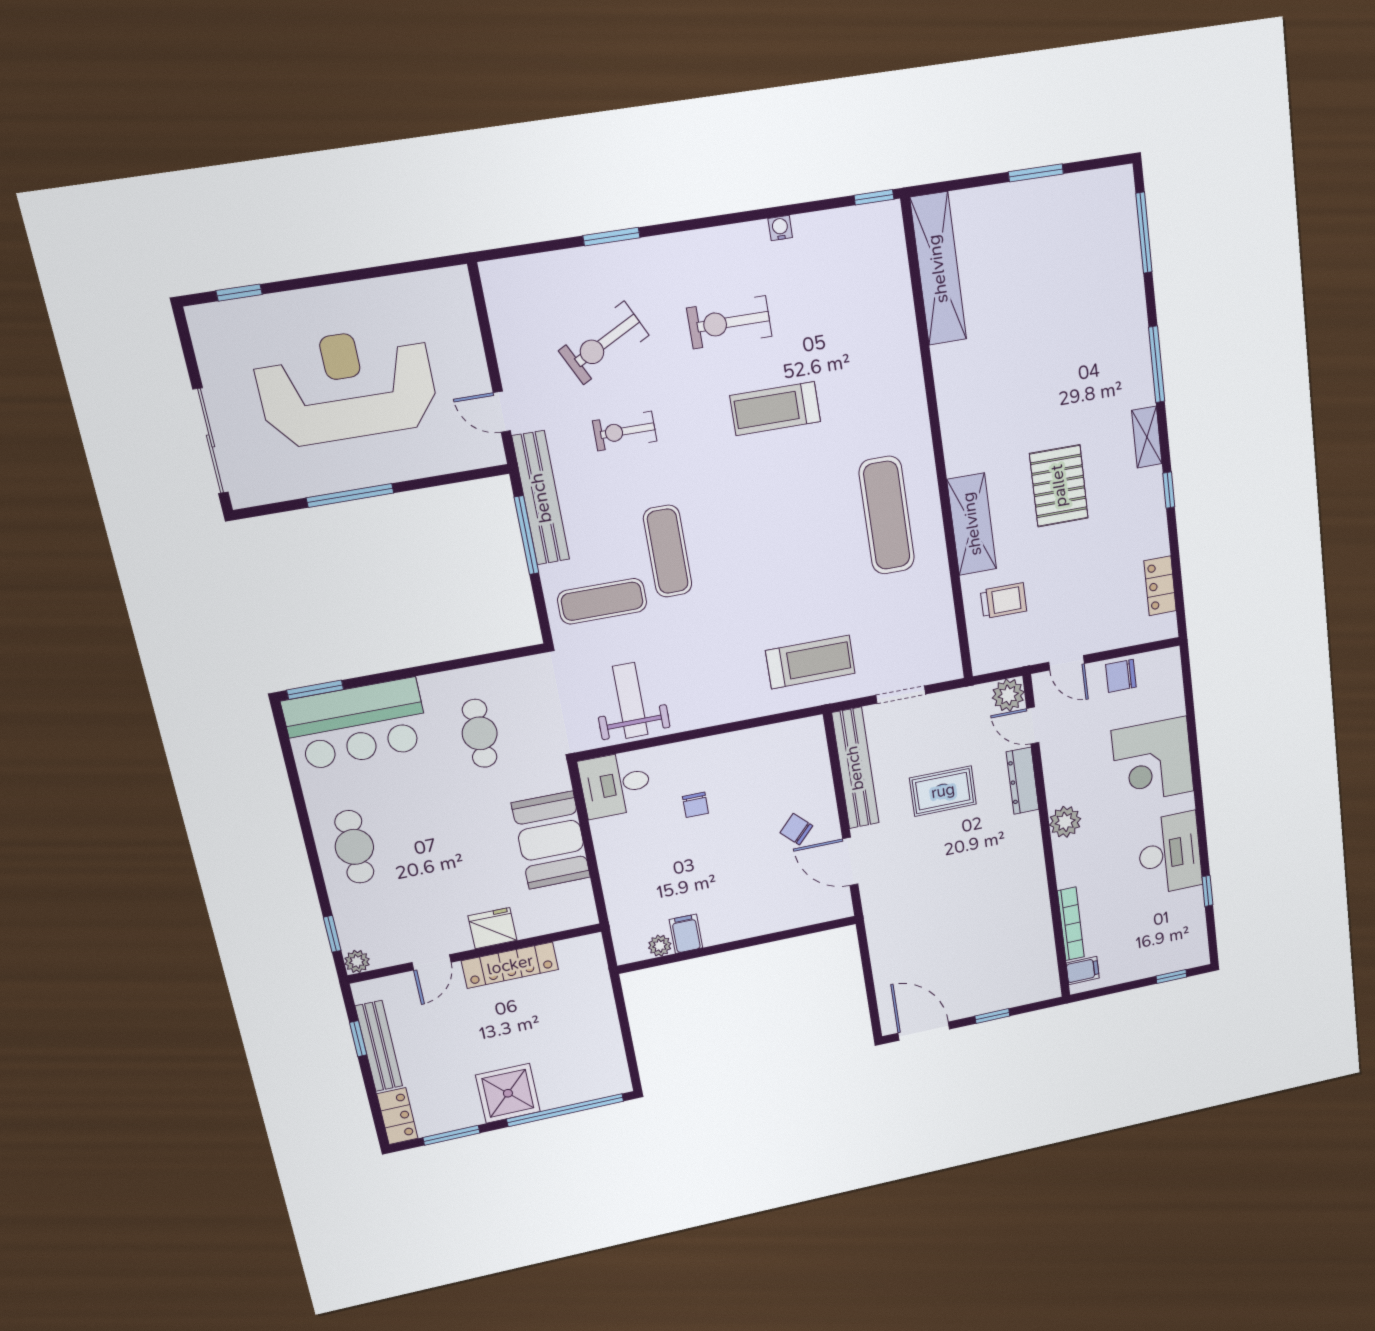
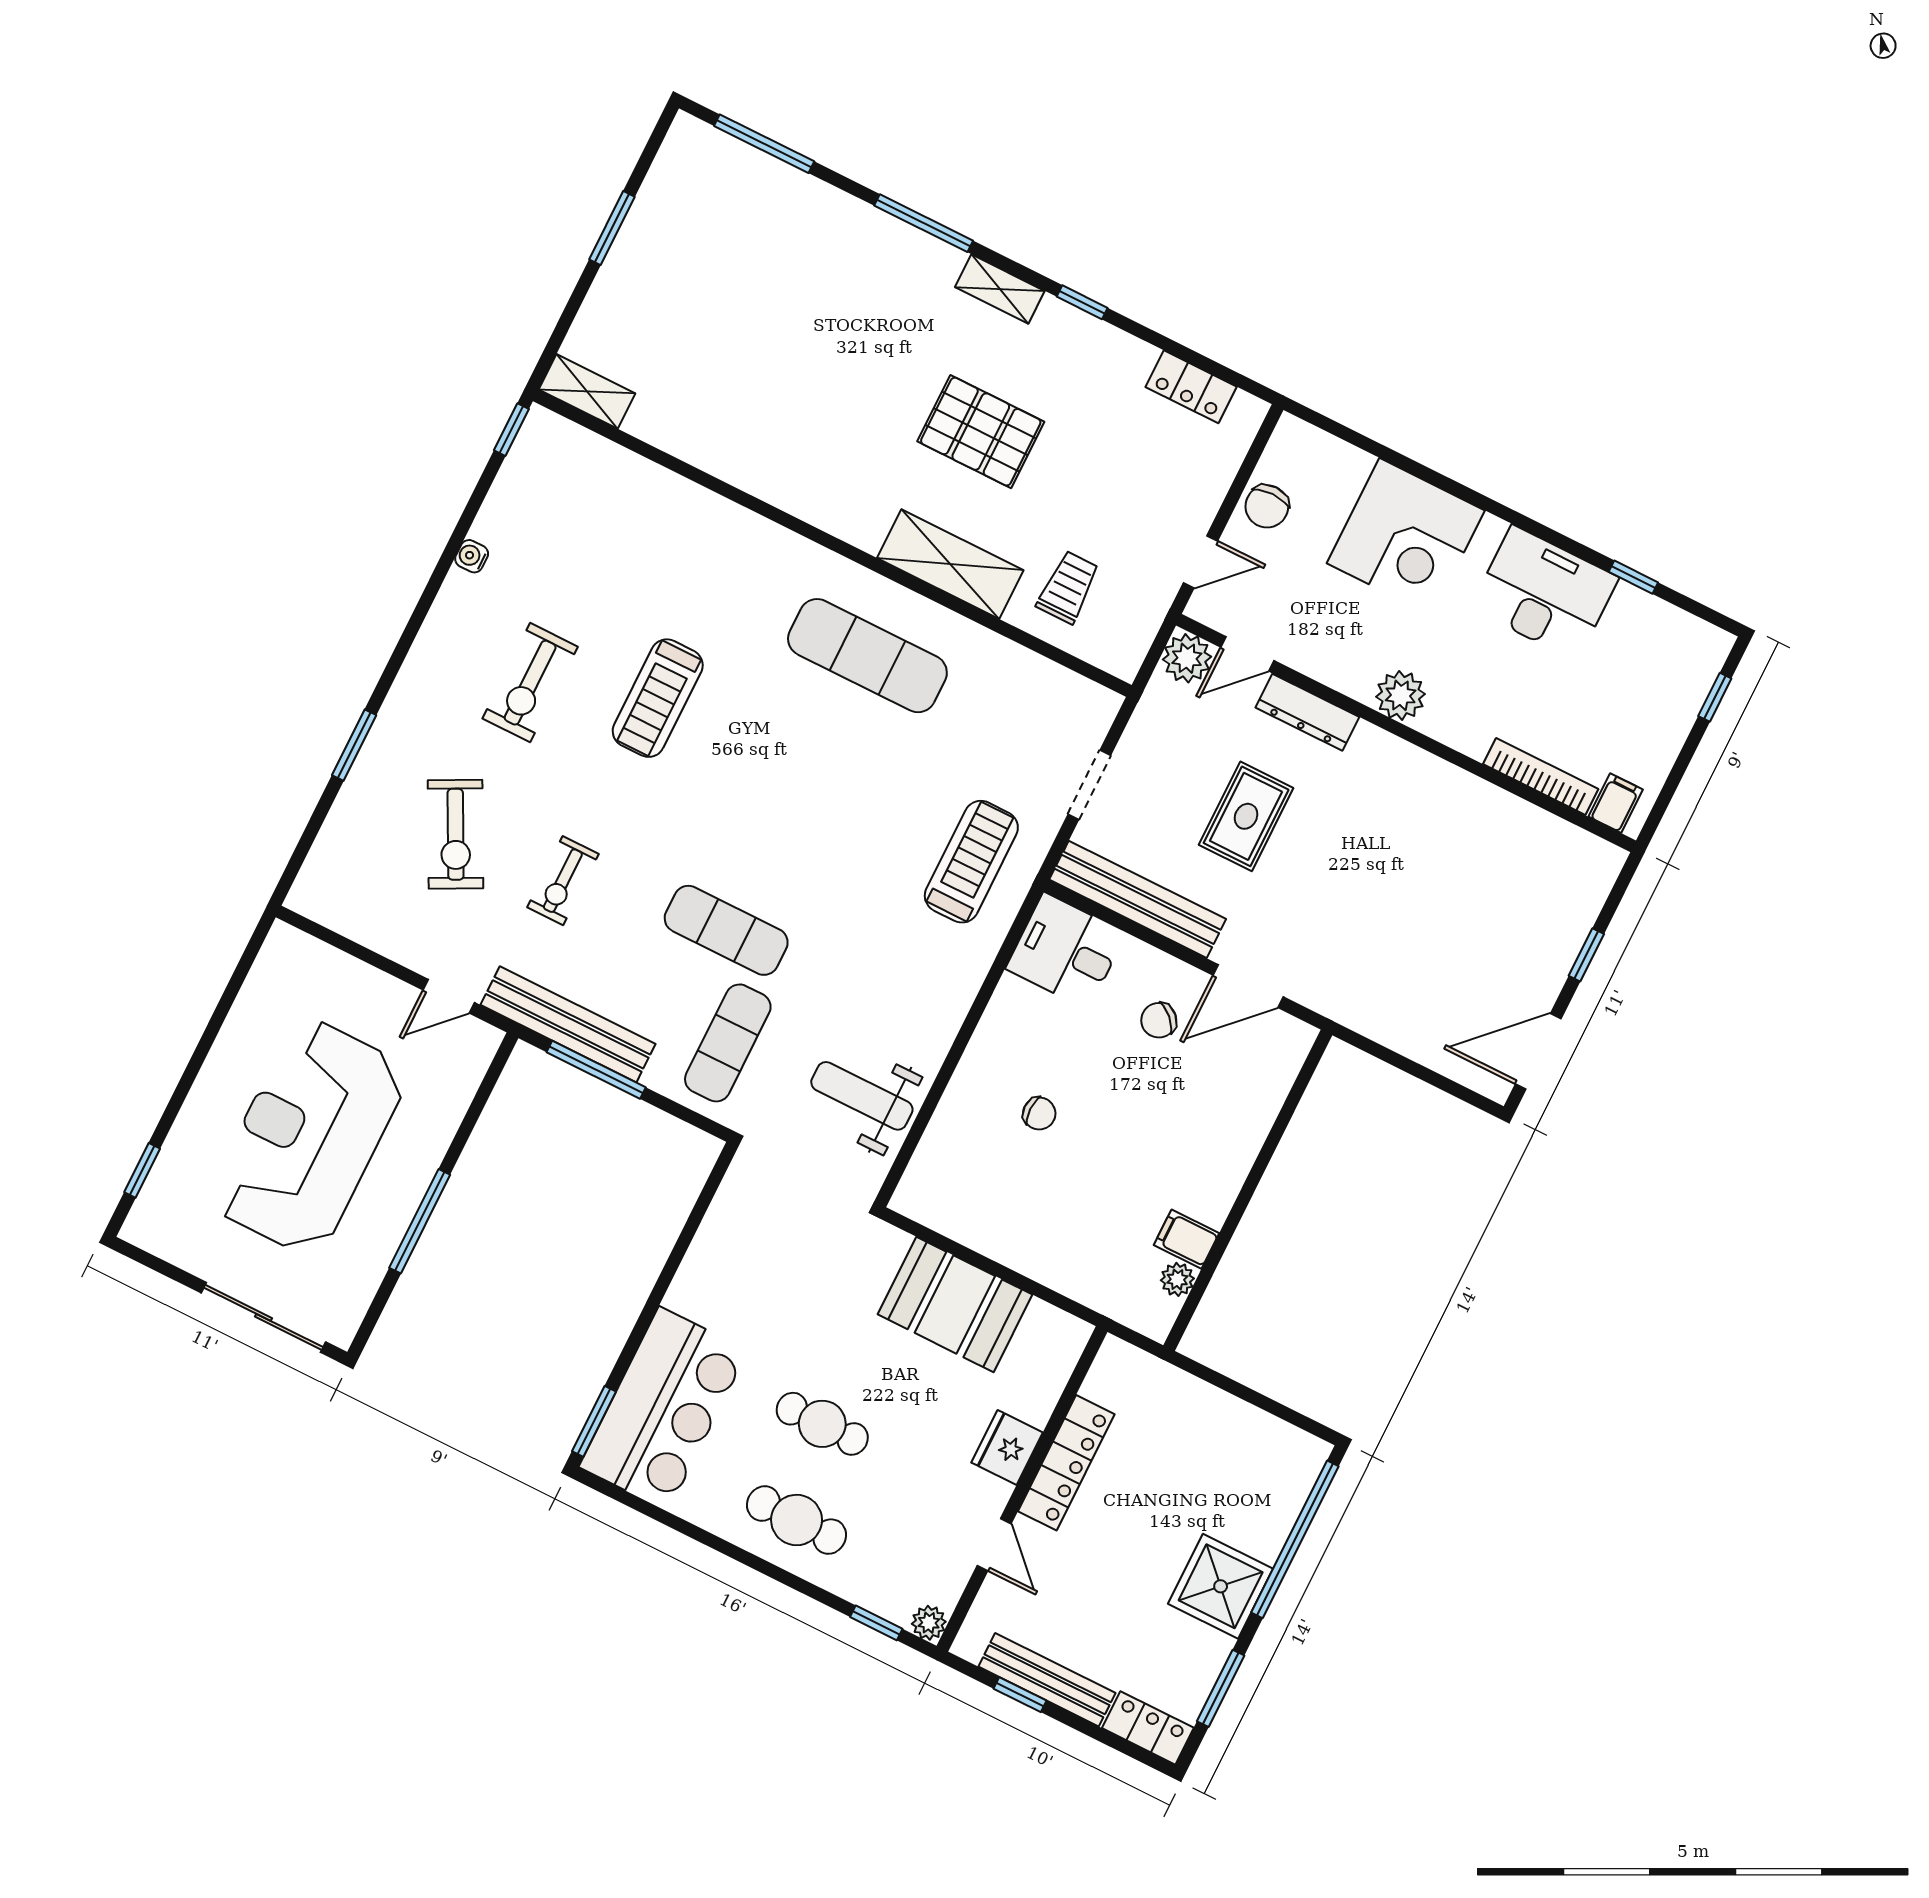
shelving: (938, 269) -> (587, 391), width x0.45, depth x0.75
cafe table: (480, 733) -> (822, 1424), moved
desk: (615, 784) -> (1066, 951), moved, turned 90

